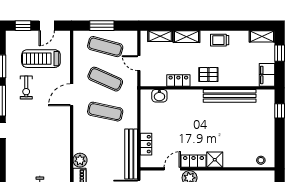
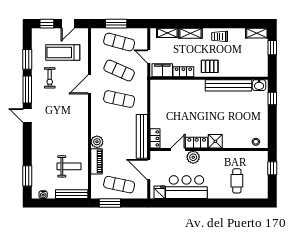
filing cabinet: (267, 75) -> (162, 70), moved, turned 90
washbasin: (159, 96) -> (259, 85), moved
locker: (146, 144) -> (155, 138), moved

